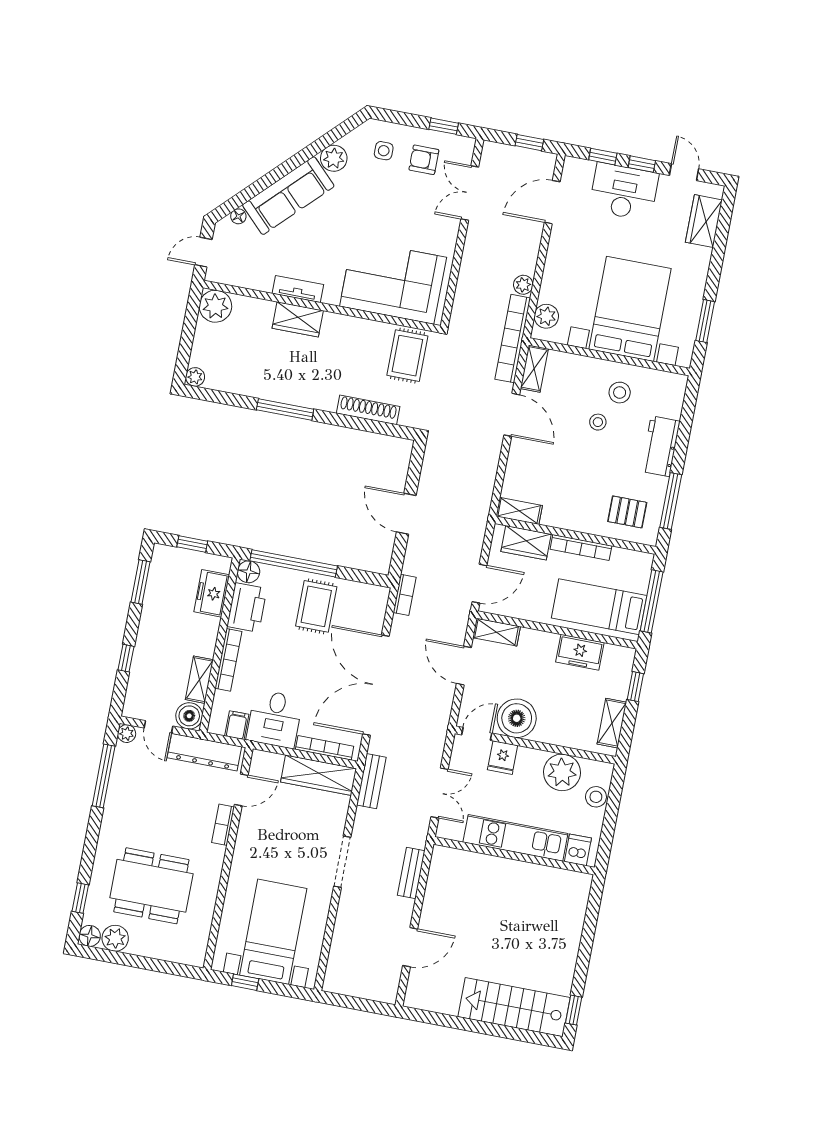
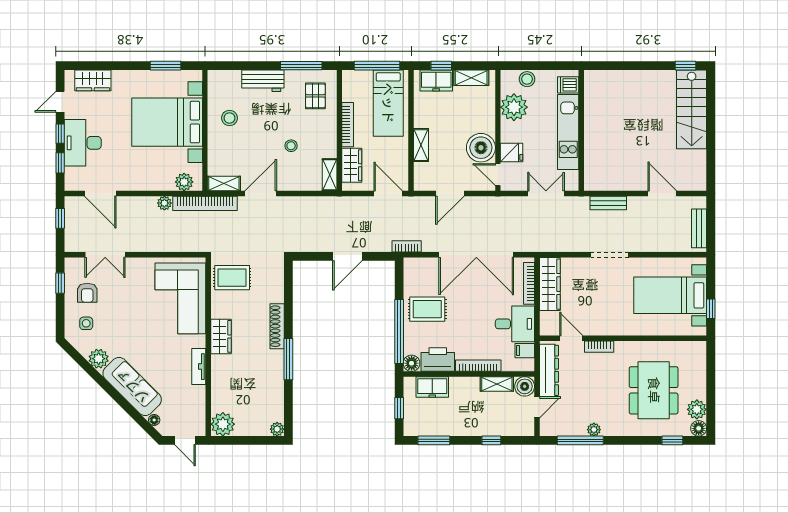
wardrobe: (298, 319) -> (221, 336), moved
shoe rack: (368, 410) -> (277, 326), moved
stool: (598, 422) -> (291, 146), moved
shelving: (497, 632) -> (421, 145), moved
freezer: (580, 652) -> (436, 81), moved, turned 90
plant: (127, 734) -> (594, 430), moved
bench: (371, 781) -> (699, 228), moved, turned 90

